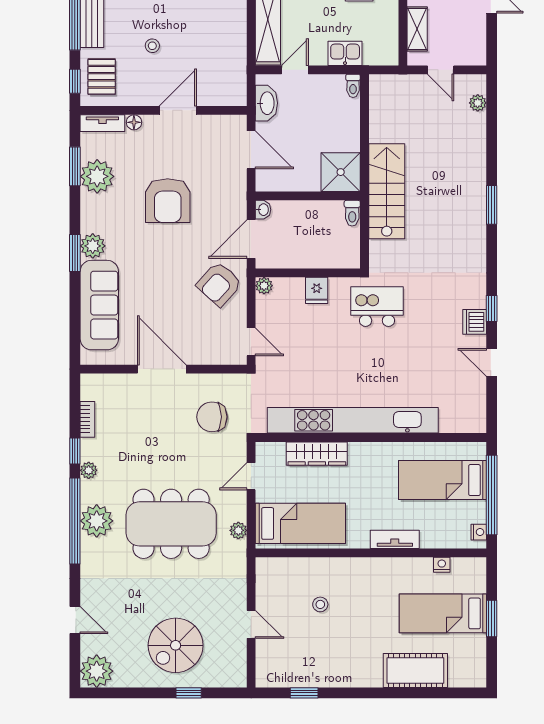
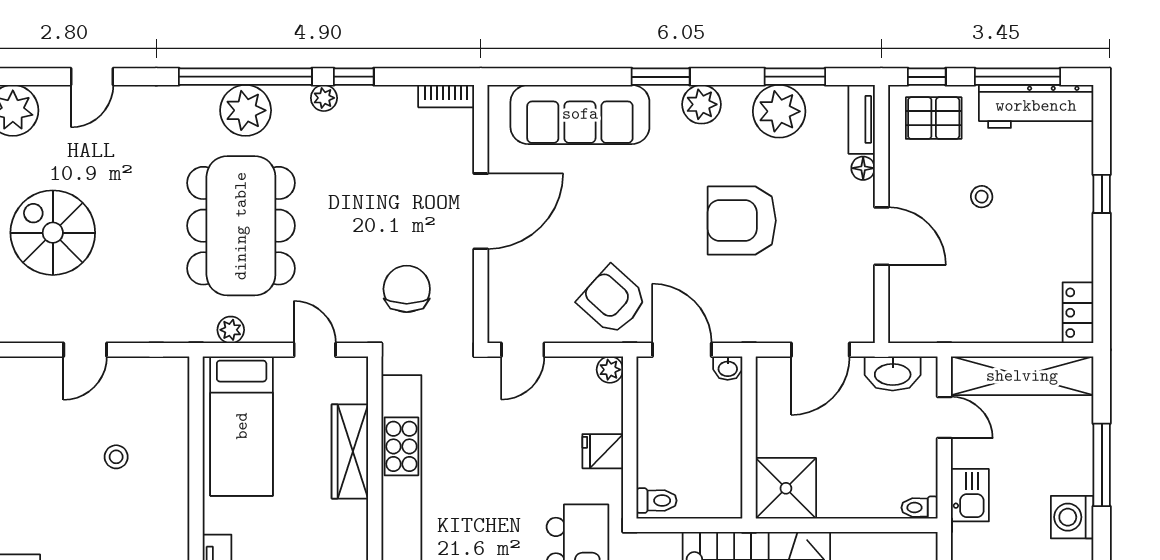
toilet: (352, 213) -> (656, 501), moved, turned 180
plant: (93, 246) -> (701, 104), moved
bookcase: (87, 419) -> (446, 96), moved

